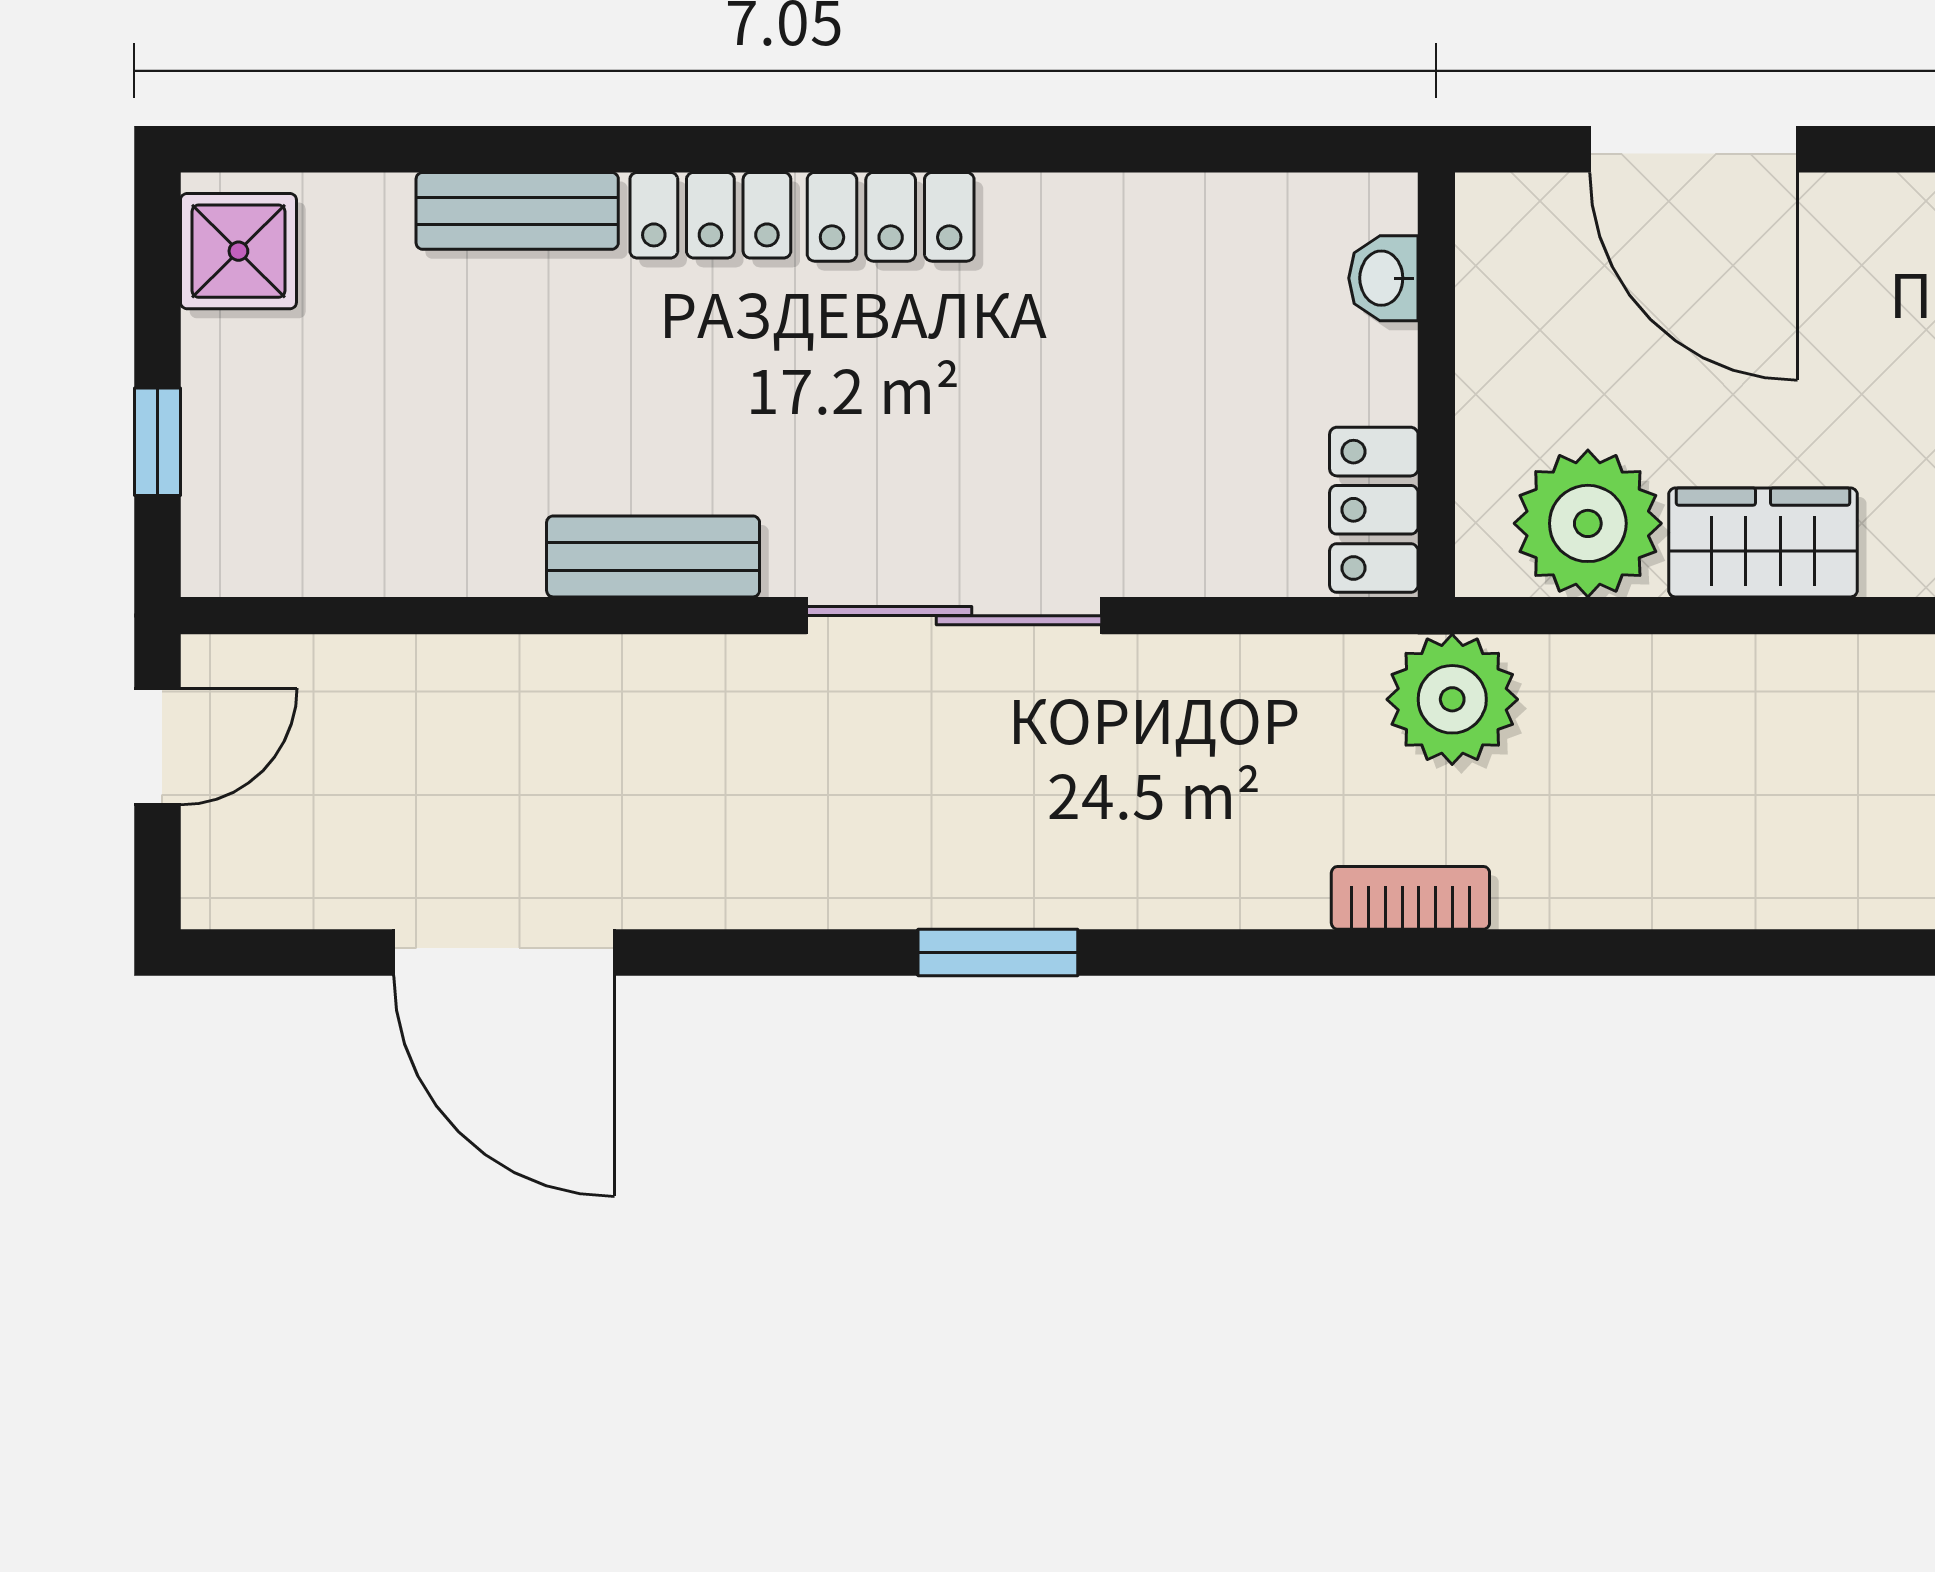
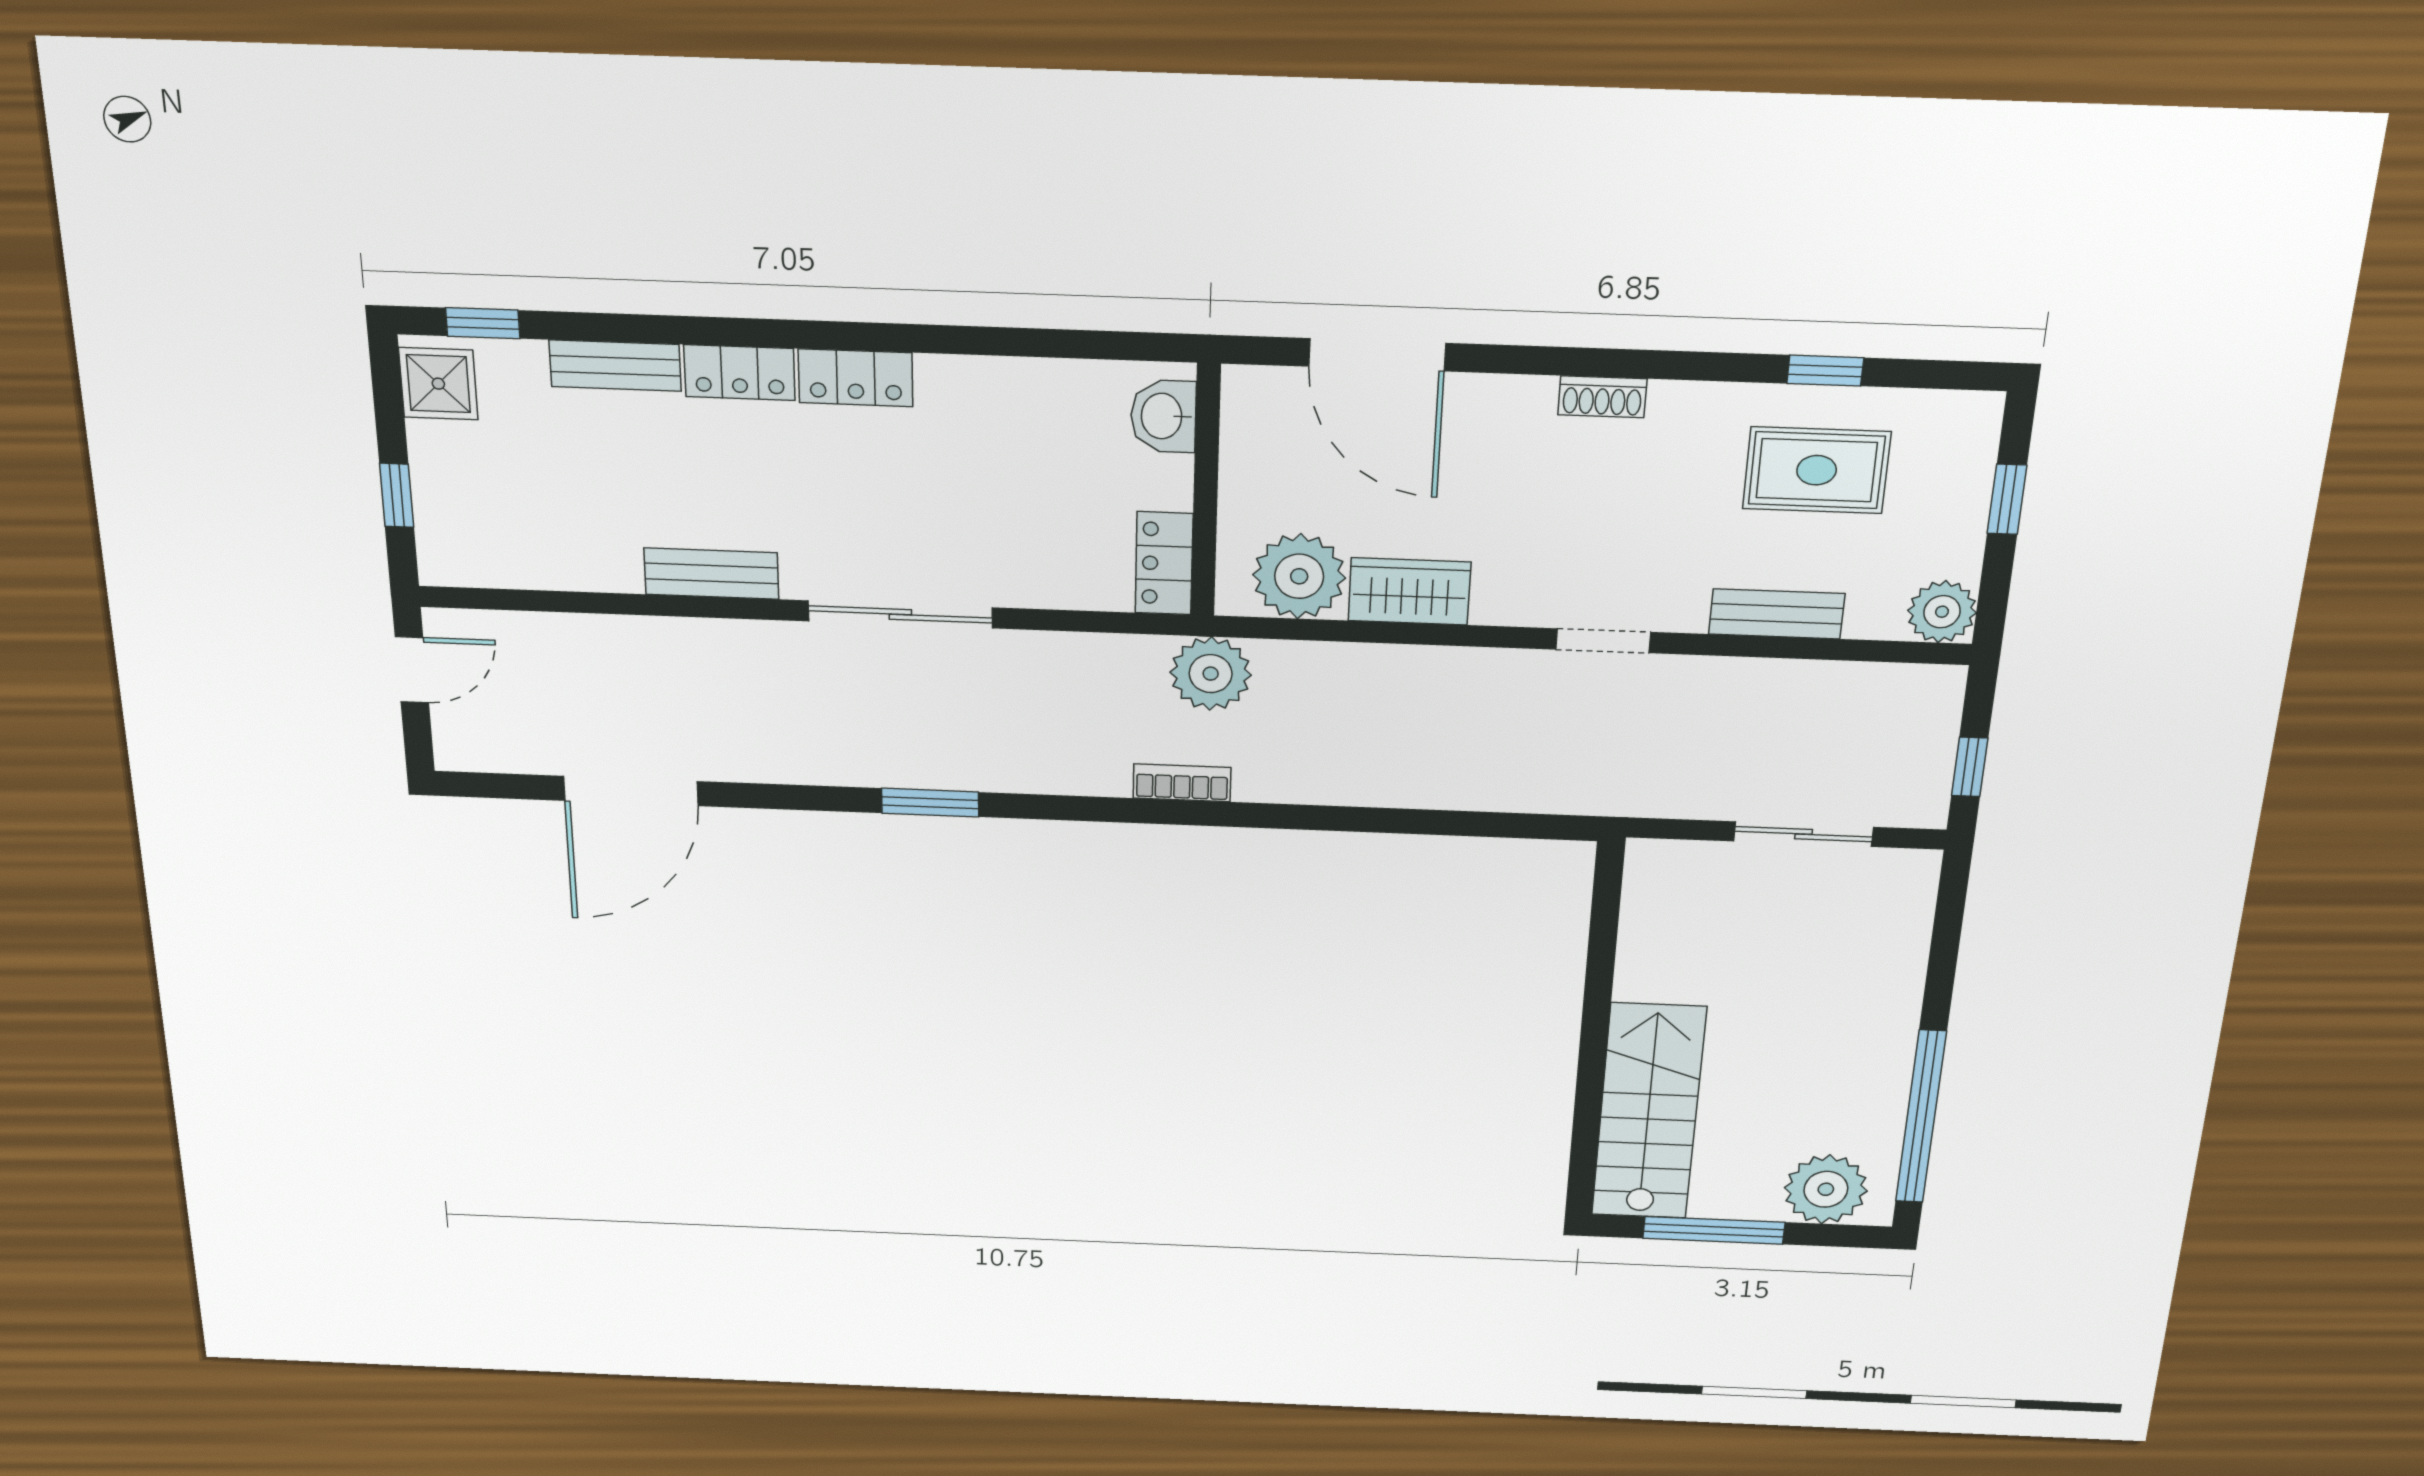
window: (315, 149) -> (483, 323), added
washbasin: (1383, 278) -> (1163, 416), width x1.38, depth x1.45
door: (504, 953) -> (631, 791), hinge flipped

